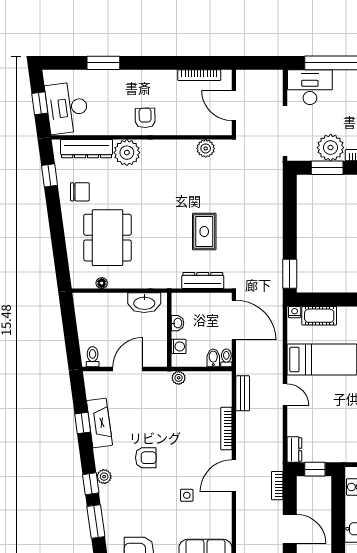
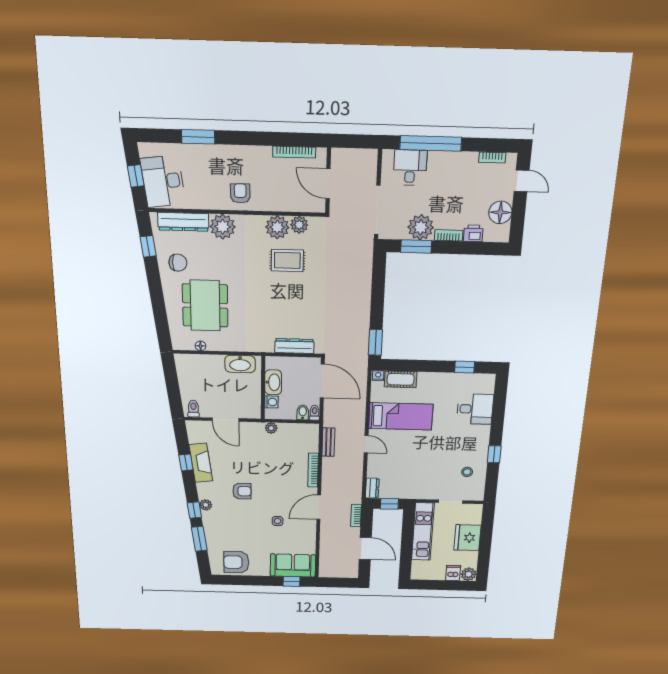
desk: (310, 87) -> (410, 168), width x0.73
plant: (183, 152) -> (277, 227), added
rug: (204, 232) -> (287, 260), moved, turned 90
washbasin: (177, 323) -> (273, 382), width x1.91, depth x1.45
door: (128, 369) -> (226, 420), swing flipped

